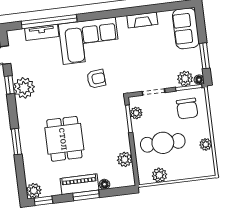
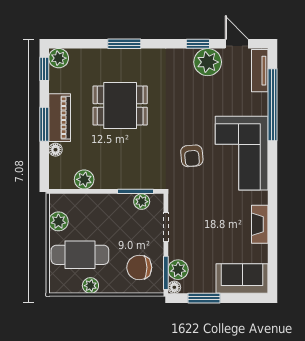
tv unit: (42, 32) -> (260, 71), moved
plant: (24, 88) -> (208, 62), moved
cafe table: (163, 143) -> (80, 255), moved, turned 90

